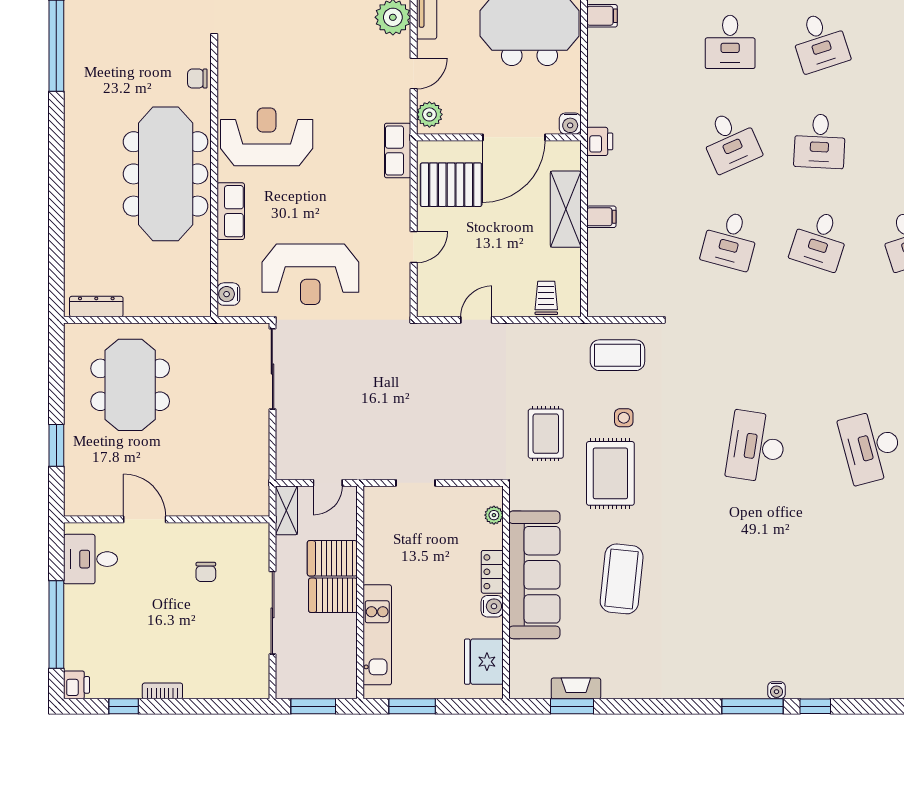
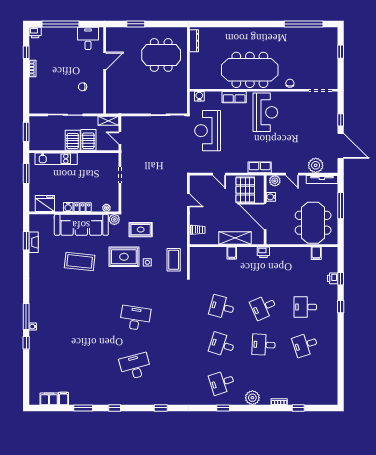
water cooler: (570, 124) -> (271, 197), moved
plant: (522, 496) -> (114, 219), added

